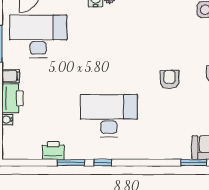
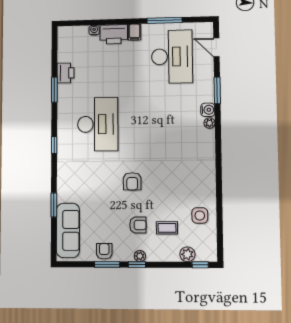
armchair: (169, 80) -> (132, 181), turned 90
window: (103, 163) -> (54, 145), moved

